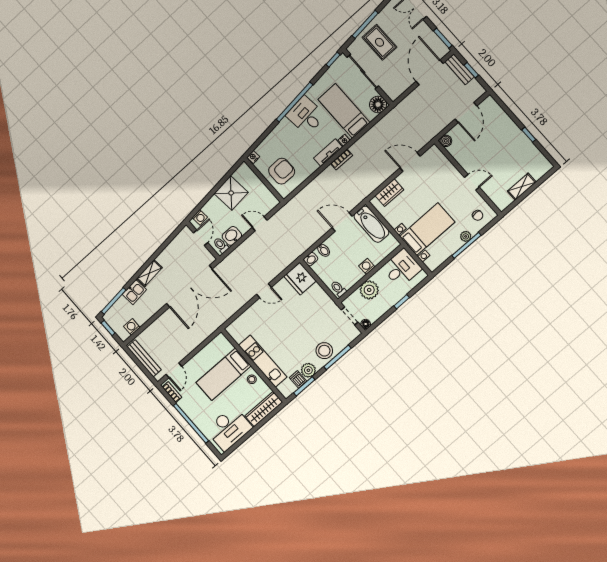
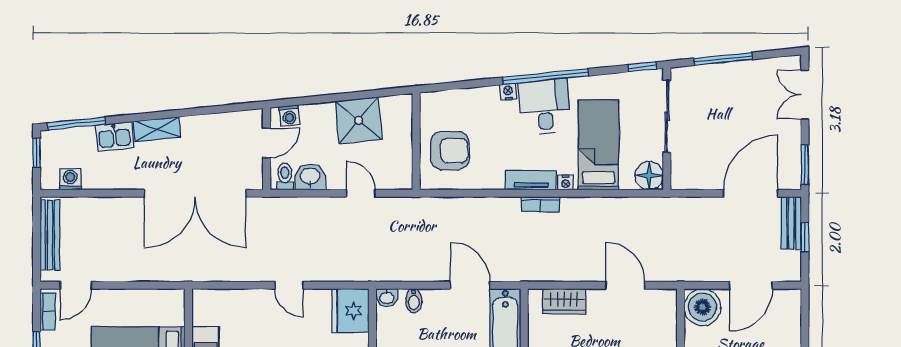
rug: (380, 42) -> (721, 98), removed
boiler: (446, 141) -> (703, 307), width x1.86, depth x1.86
nightstand: (253, 157) -> (508, 92), moved

